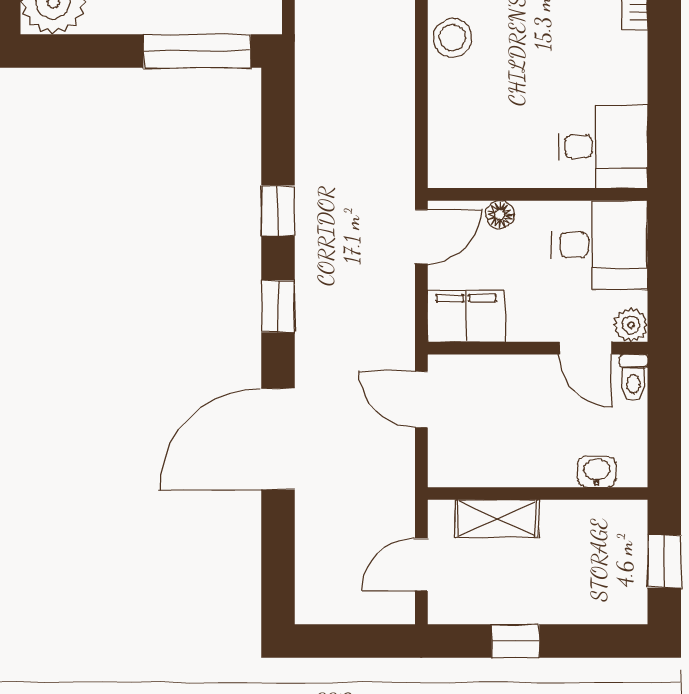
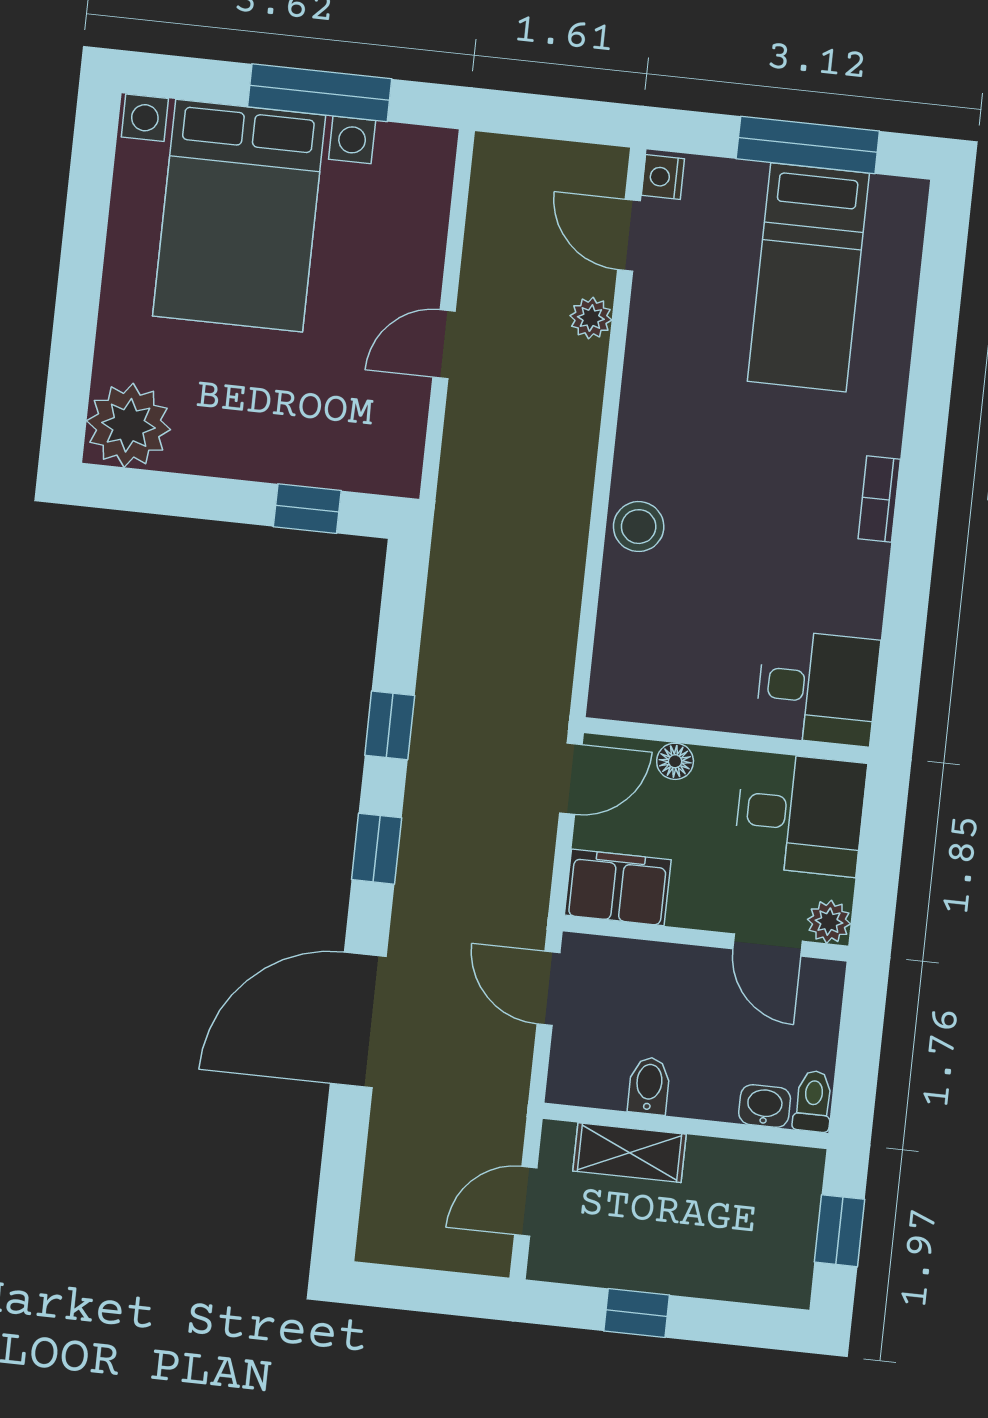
window: (197, 51) -> (307, 509), width x0.46
toilet: (633, 378) -> (813, 1101), moved, turned 180
bidet: (506, 466) -> (649, 1086), added

